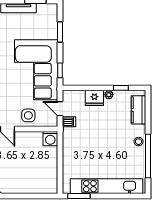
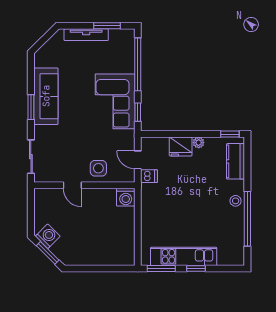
window: (60, 32) -> (138, 64), width x2.11
corner sofa: (36, 70) -> (115, 101), width x0.73, depth x0.74
window: (121, 88) -> (230, 134), moved
kitchen unit: (106, 186) -> (184, 256), width x0.73
window: (107, 196) -> (196, 269), added

